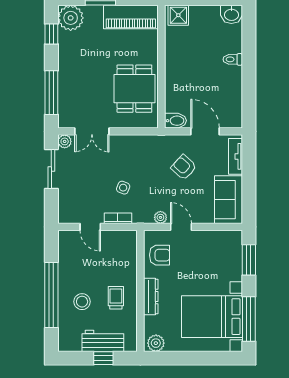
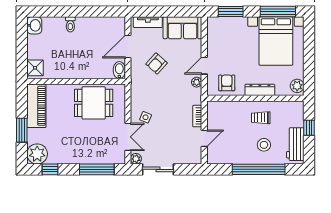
side table: (123, 188) -> (146, 117), moved
workbench: (103, 341) -> (295, 144), moved

